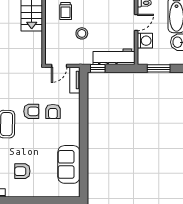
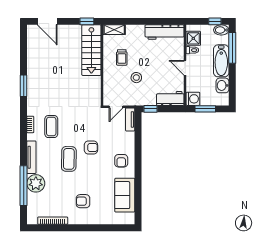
door: (136, 22) -> (185, 68), swing flipped
washing machine: (145, 41) -> (193, 99), moved
workbench: (114, 57) -> (170, 98), width x0.73
armchair: (53, 111) -> (121, 161), moved

